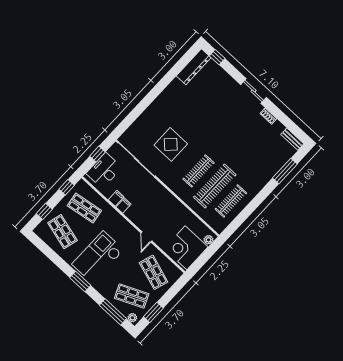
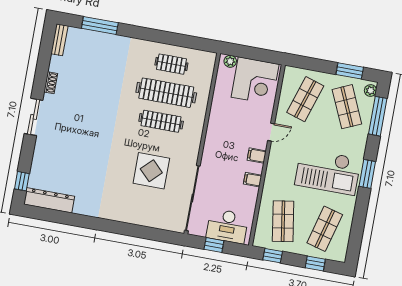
filing cabinet: (116, 198) -> (257, 156), moved
clothes rail: (231, 201) -> (171, 64), width x0.73

